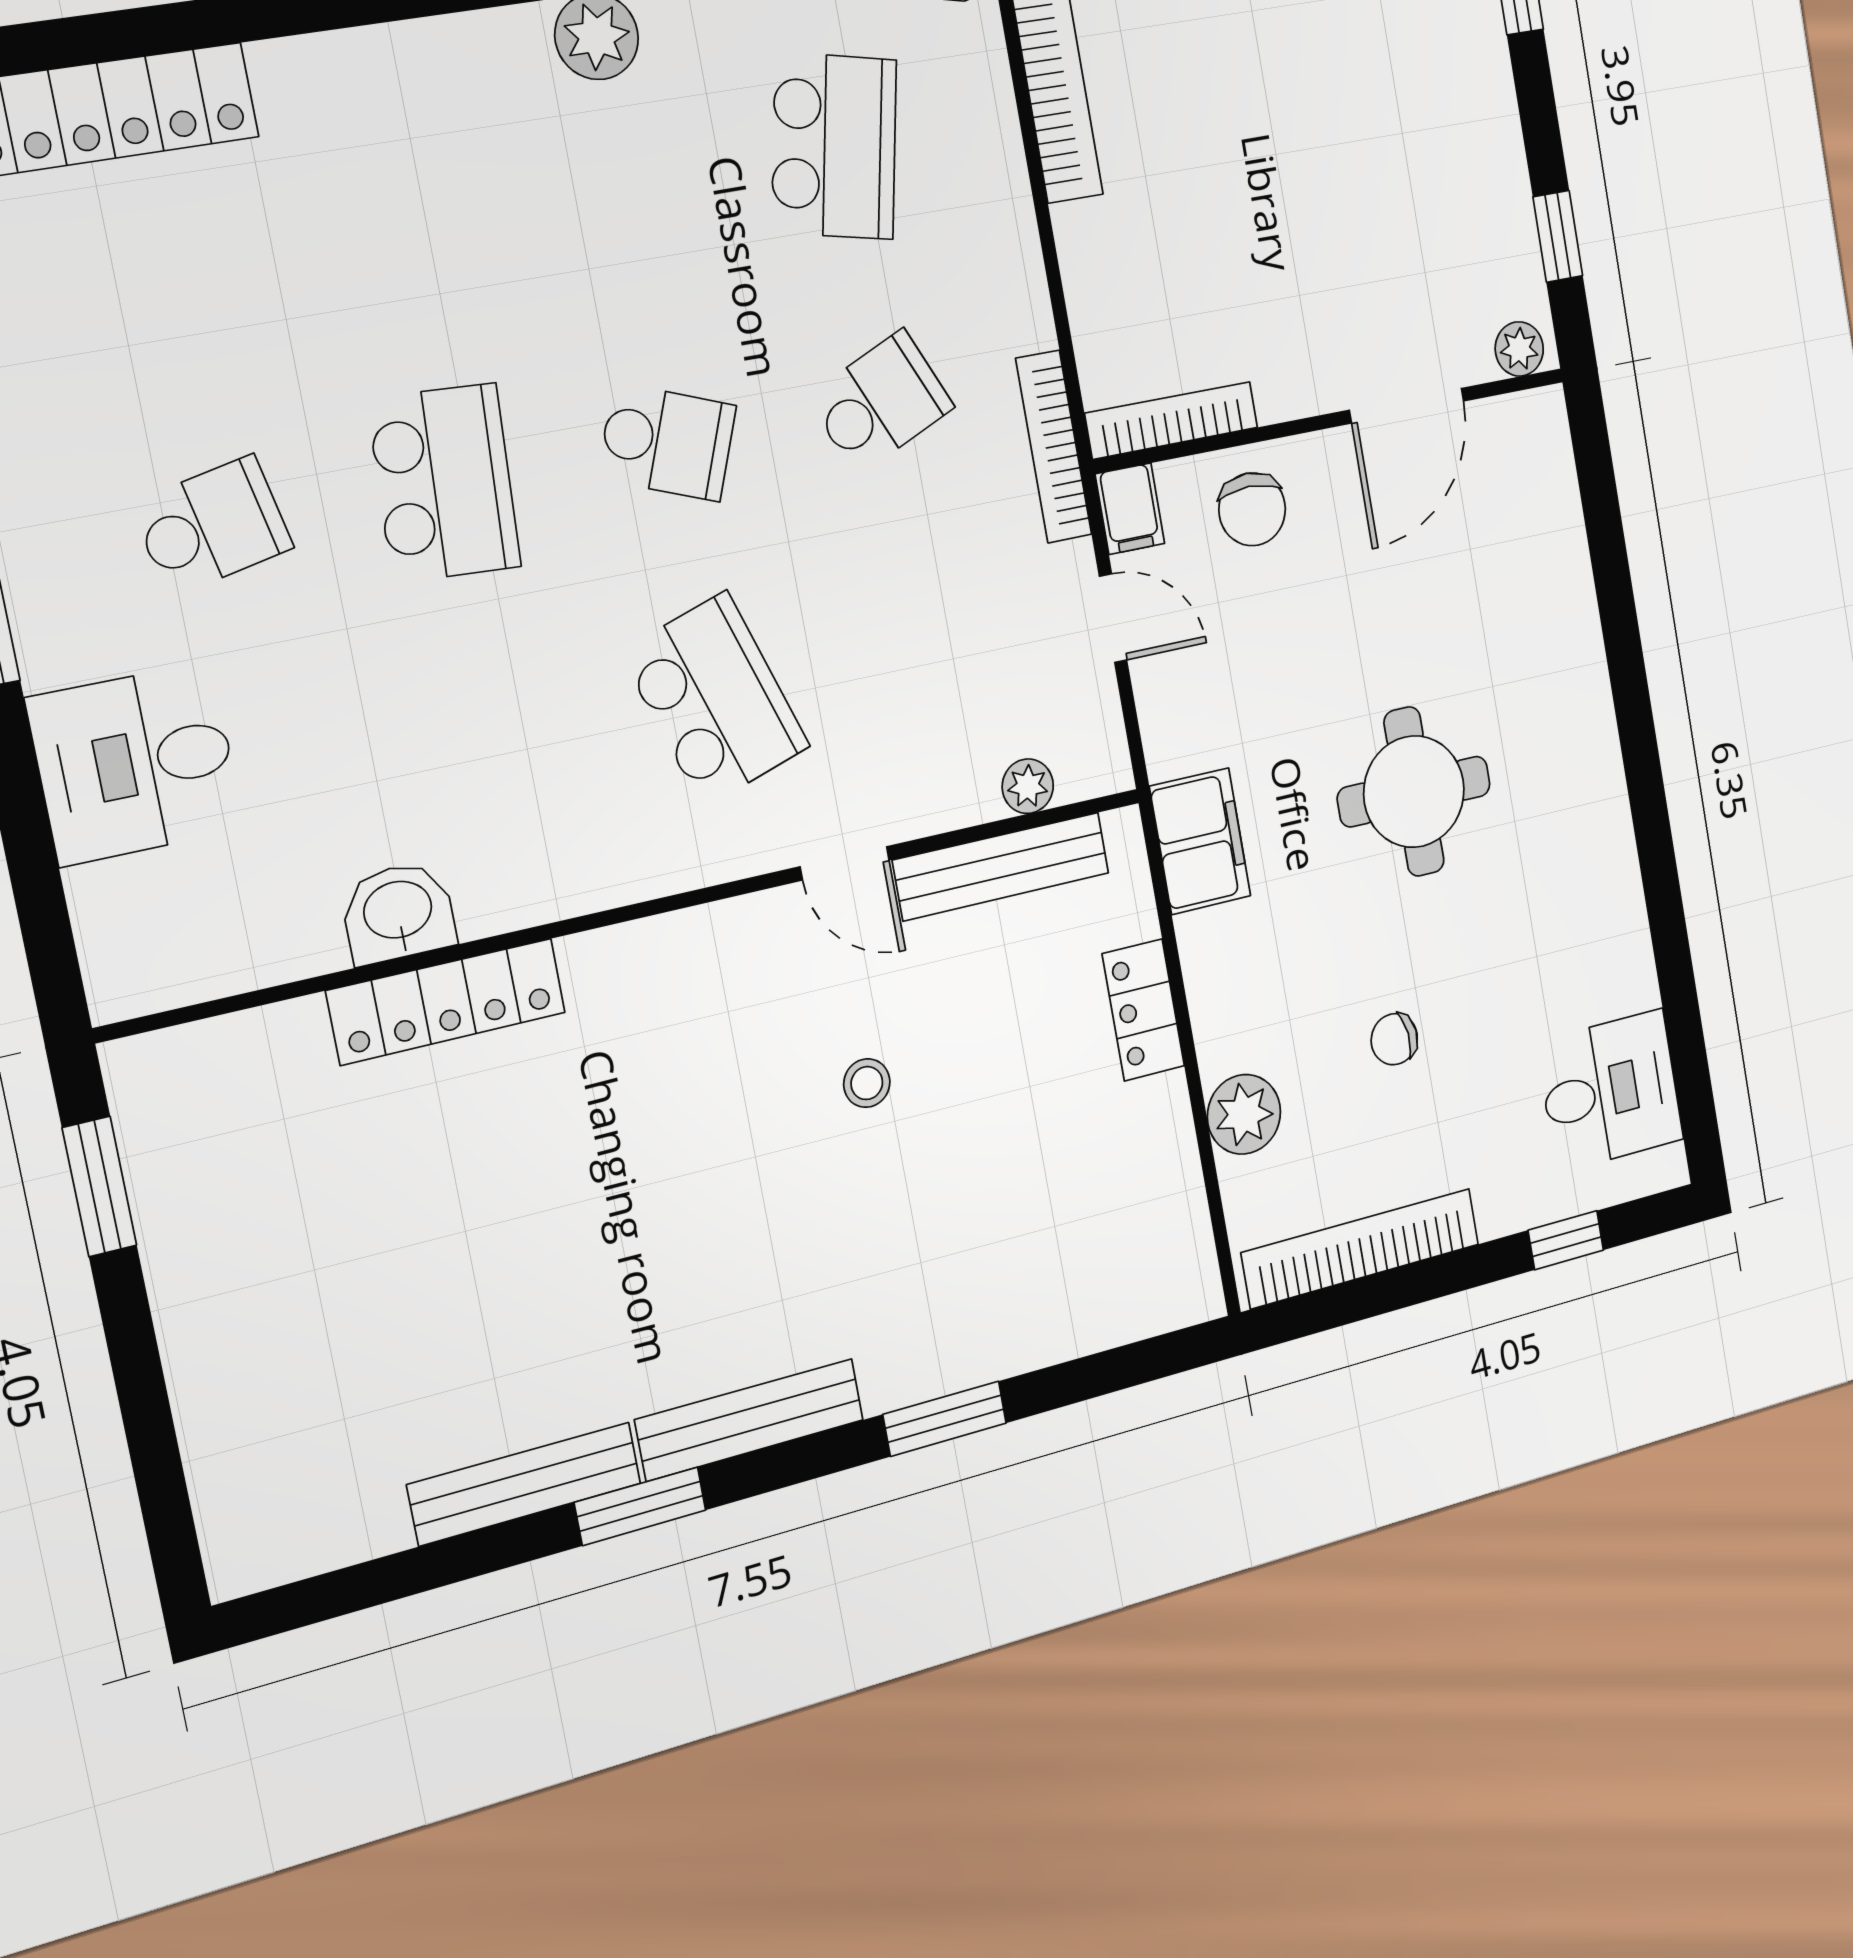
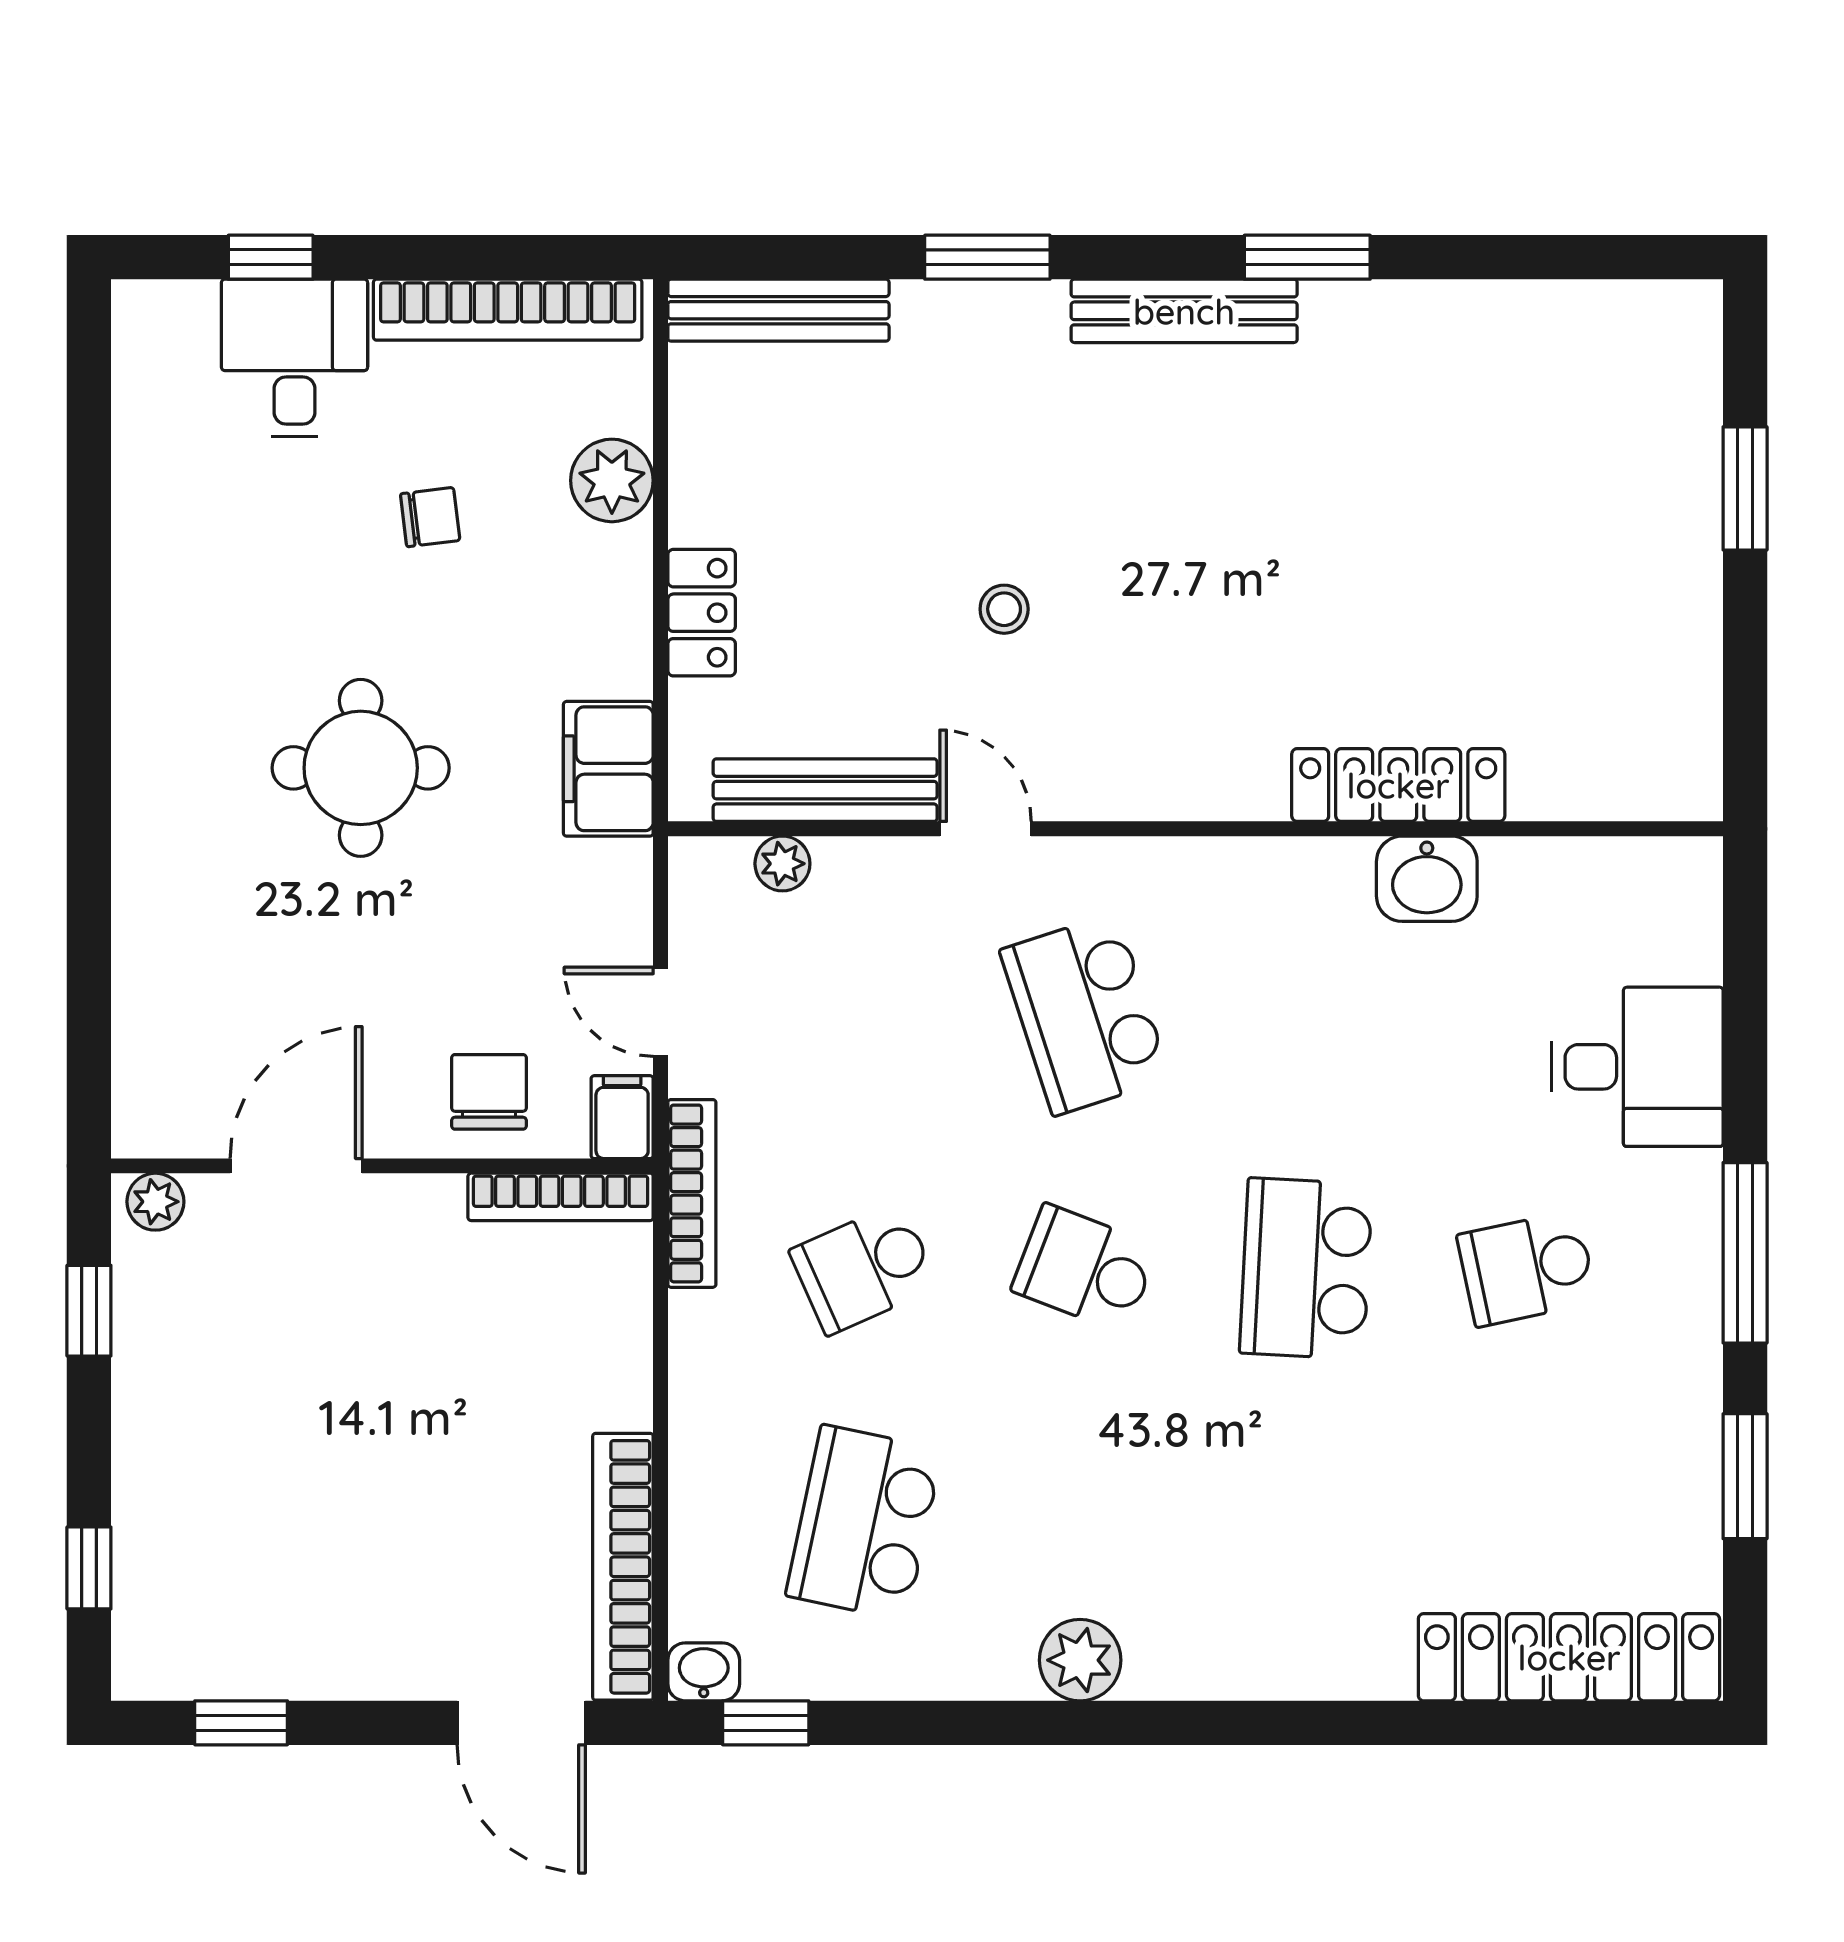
desk: (1610, 1091) -> (294, 358), moved, turned 90
window: (99, 1187) -> (1745, 488), moved
bench: (525, 1484) -> (778, 310), moved

